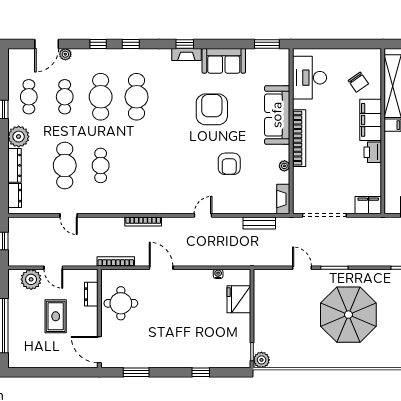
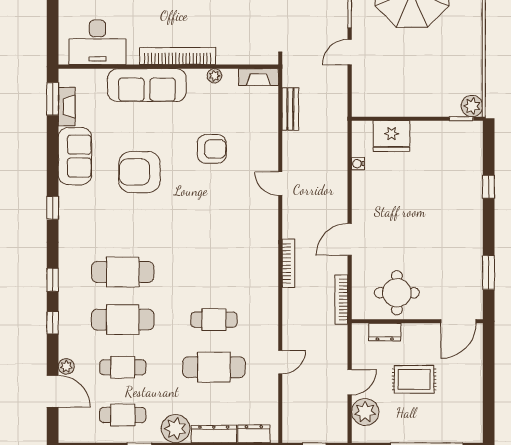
fireplace: (186, 55) -> (67, 107), moved

